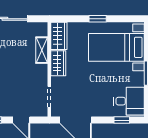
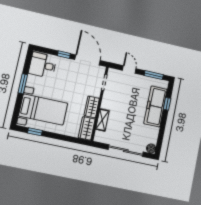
window: (98, 19) -> (35, 132), moved
window: (122, 120) -> (64, 55), moved

